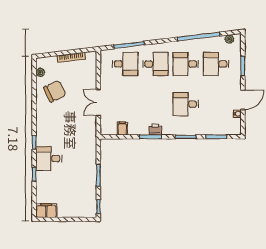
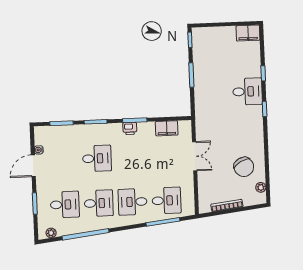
desk: (125, 64) -> (167, 200), turned 180
chair: (55, 91) -> (244, 167), turned -93
filing cabinet: (122, 128) -> (167, 128), width x2.00

